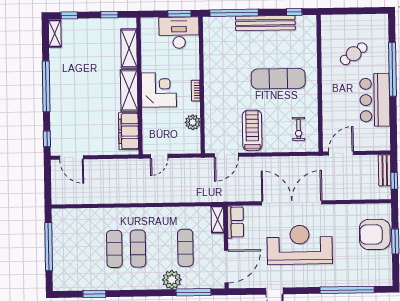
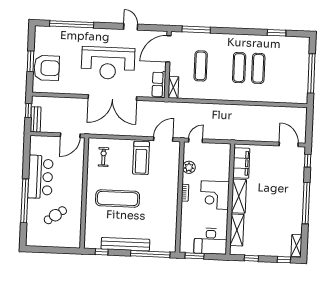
desk: (179, 33) -> (211, 241), moved
door: (159, 156) -> (196, 140), moved
plant: (172, 280) -> (213, 41), removed

